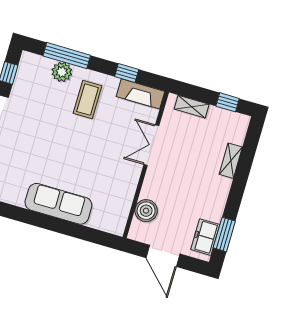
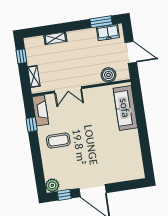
window: (67, 56) -> (38, 165), removed
plant: (62, 72) -> (52, 185), moved
sofa: (58, 204) -> (125, 108), moved
door: (163, 256) -> (131, 52), hinge flipped

